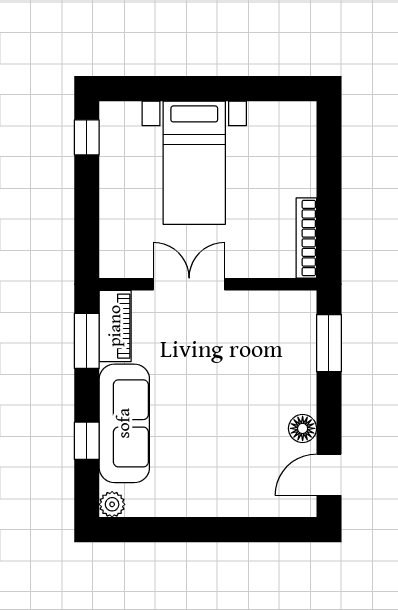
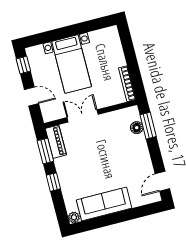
door: (87, 212) -> (31, 96), added
sofa: (124, 423) -> (104, 204), moved, turned -90
floor lamp: (303, 428) -> (137, 128), moved
window: (87, 441) -> (53, 182), moved

